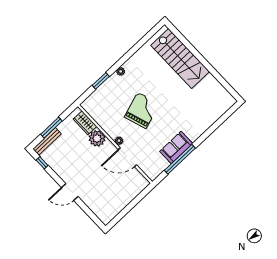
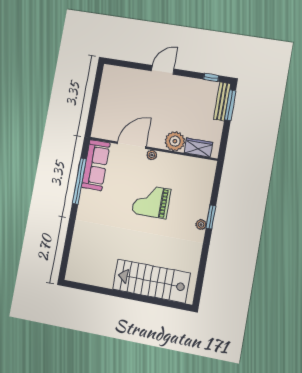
window: (101, 81) -> (211, 217), moved
grand piano: (142, 110) -> (151, 201), turned 108
window: (51, 128) -> (230, 105), moved
sofa: (176, 147) -> (96, 165), moved, width x1.36

